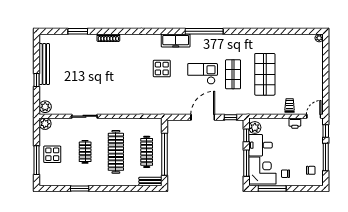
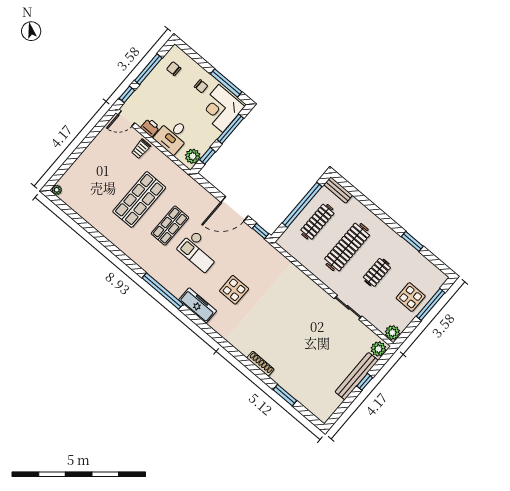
bench: (44, 64) -> (357, 376), moved
window: (231, 117) -> (260, 231), moved
desk: (260, 145) -> (173, 136), moved, turned 90

